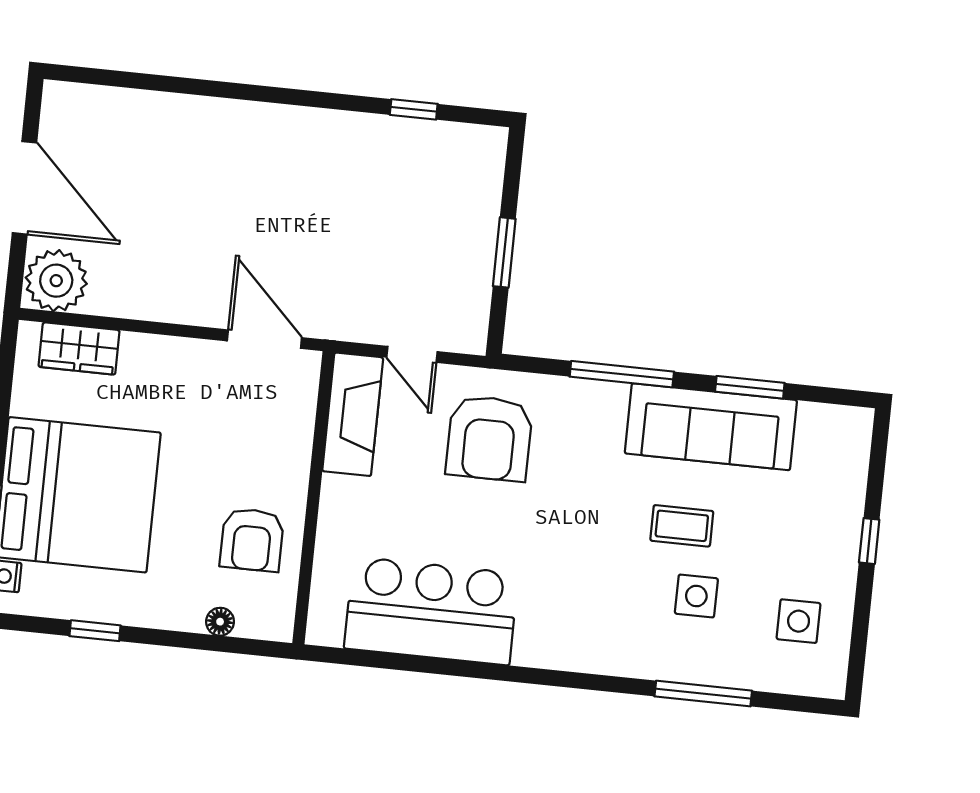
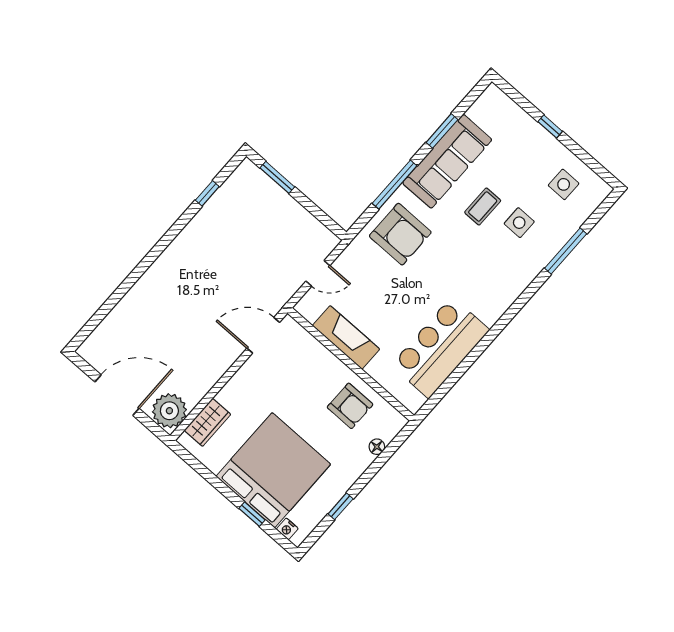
window: (504, 252) -> (277, 177), moved
fireplace: (353, 414) -> (346, 337), moved
armchair: (489, 438) -> (400, 234), moved

